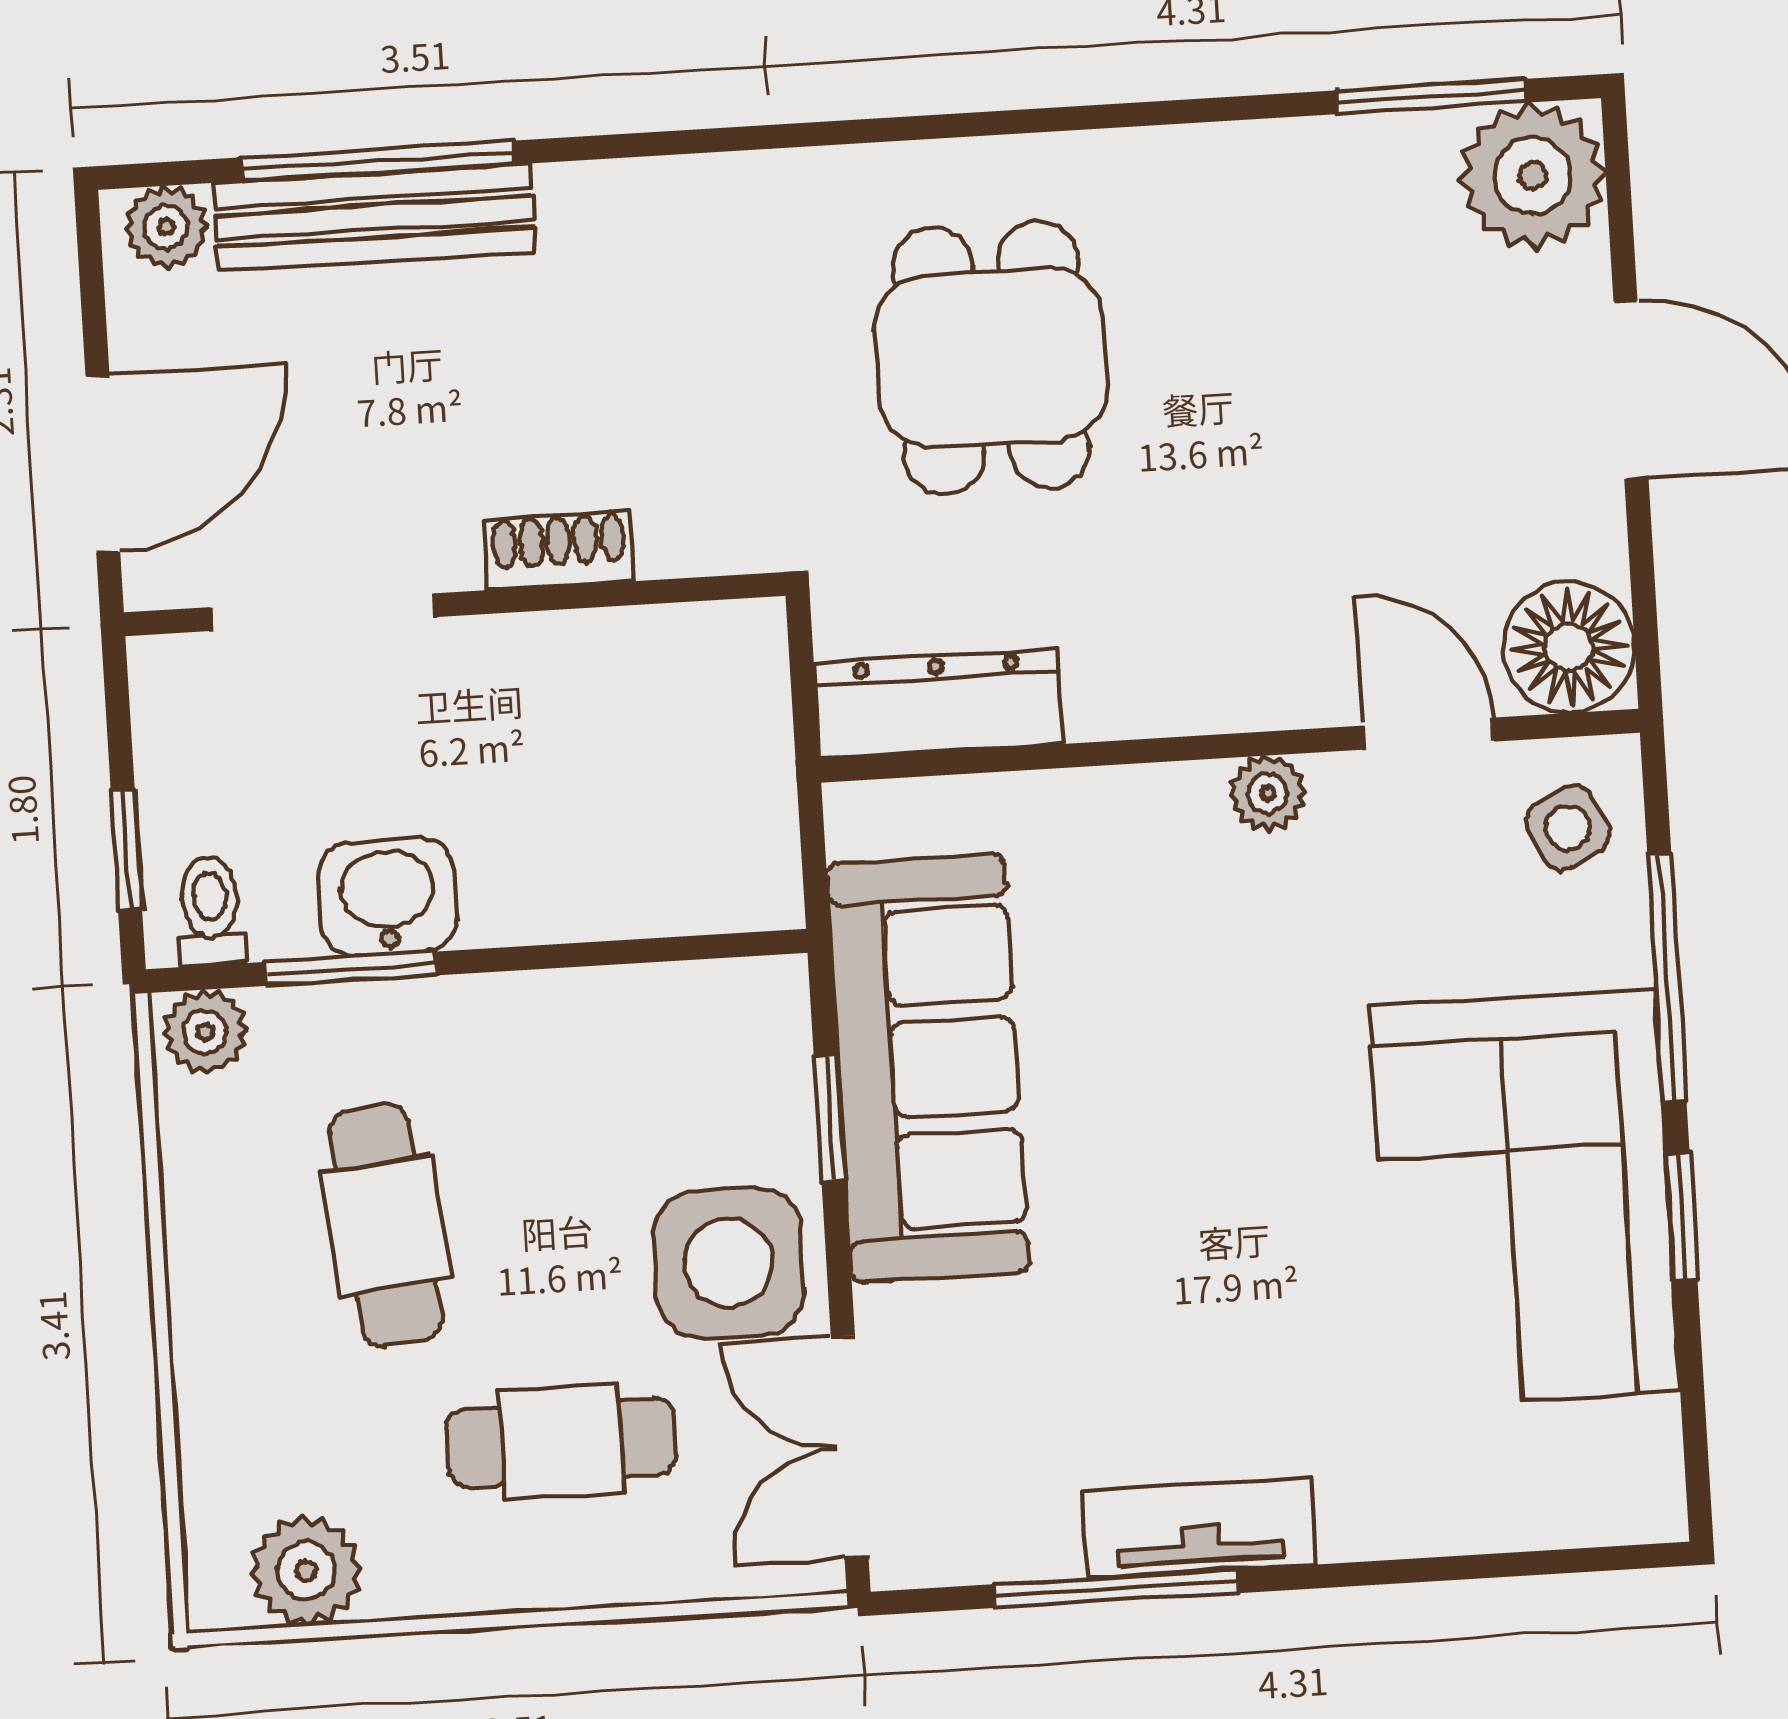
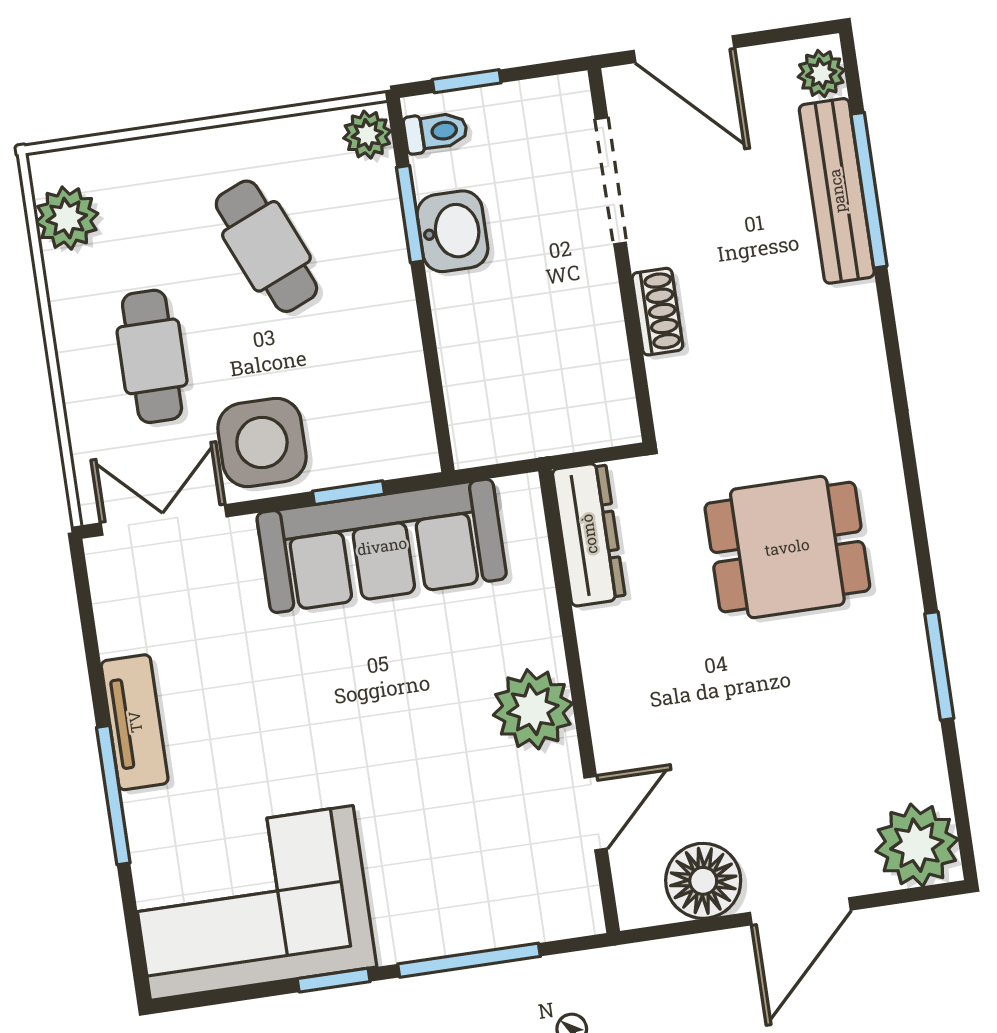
window: (1431, 96) -> (939, 666), moved
floor lamp: (1569, 647) -> (703, 881), moved
plant: (1268, 793) -> (533, 709), width x1.88, depth x1.88
side table: (1568, 828) -> (549, 897), removed
corner sofa: (1525, 1199) -> (252, 903), moved
cafe table: (386, 1225) -> (266, 246), turned 73
window: (1117, 1589) -> (113, 795), moved

